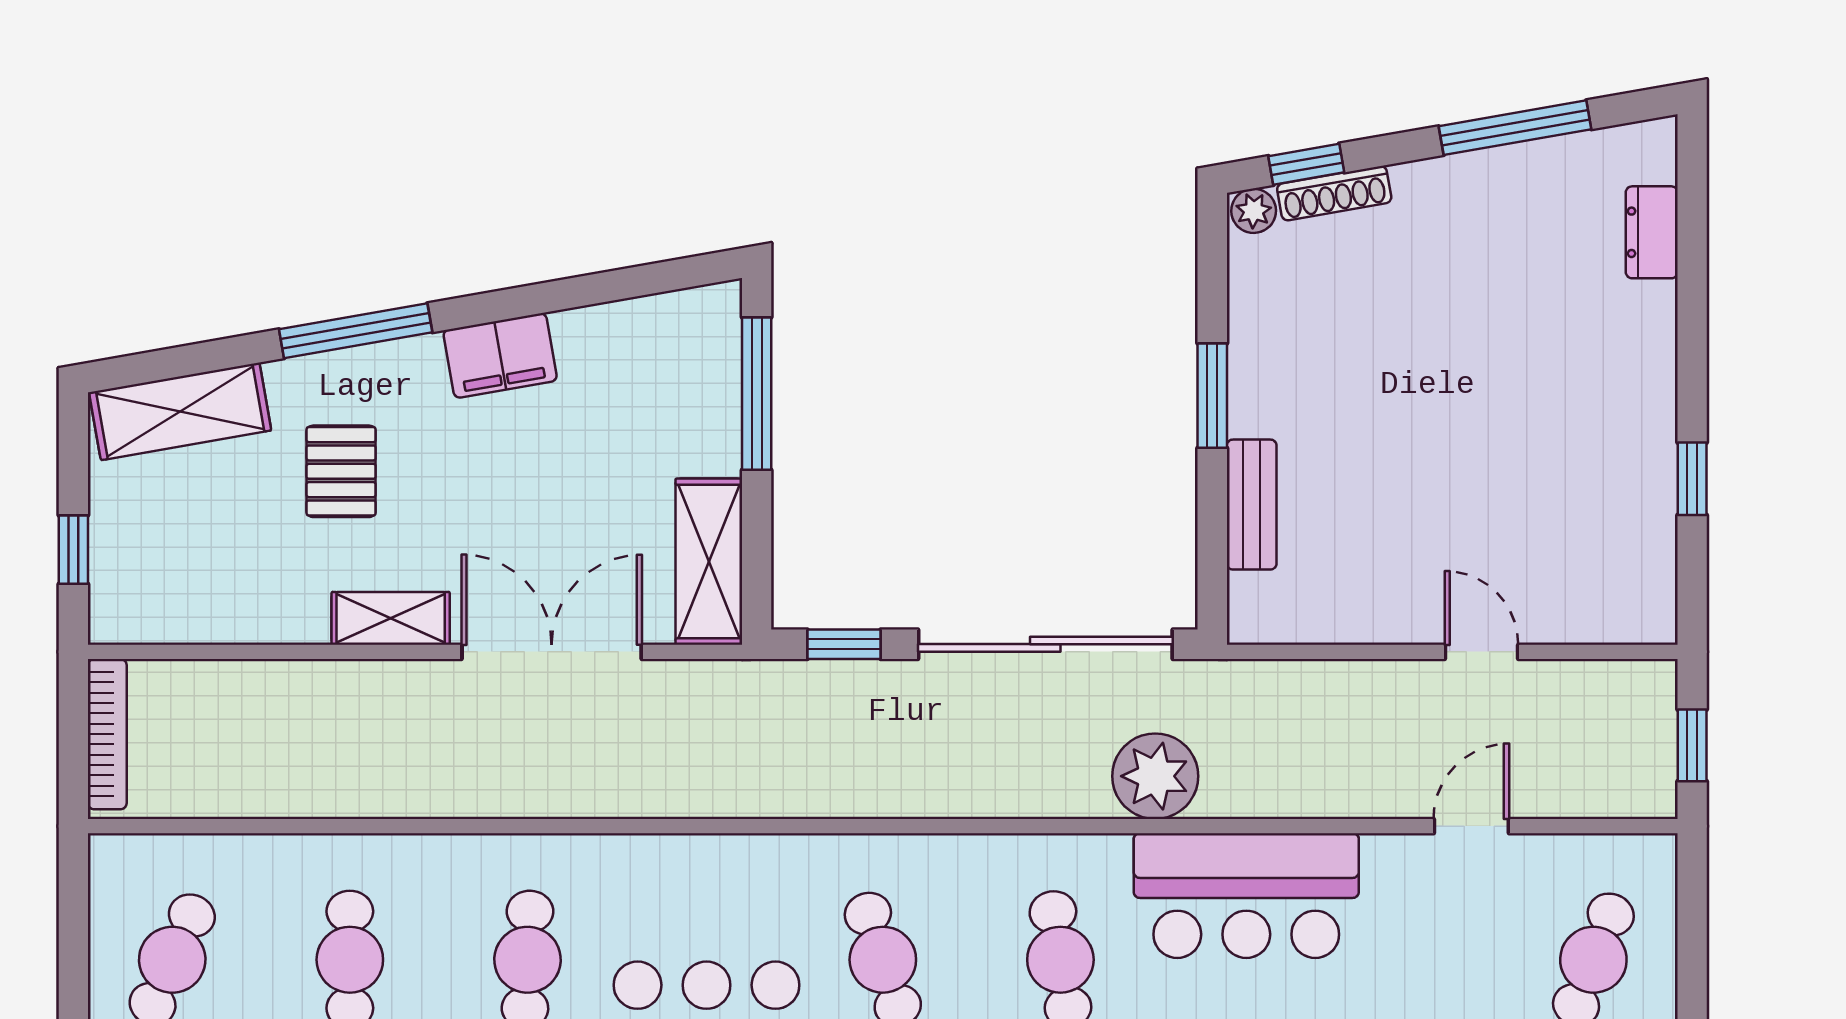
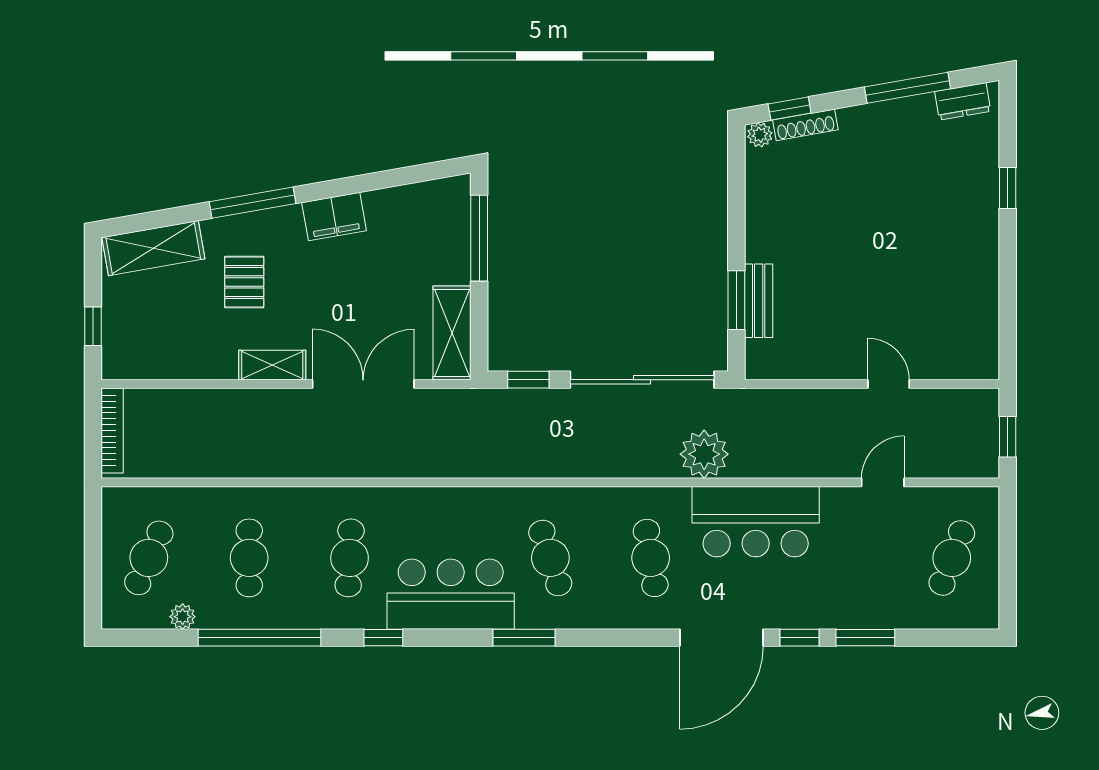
dresser: (1652, 232) -> (963, 101), moved, turned -100
window: (1212, 396) -> (736, 300), moved
window: (1692, 479) -> (1008, 188), moved

